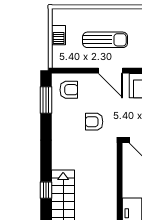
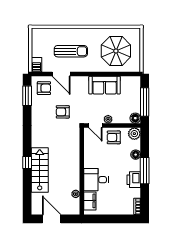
barbecue: (59, 35) -> (36, 65), moved
door: (111, 71) -> (61, 74), moved

